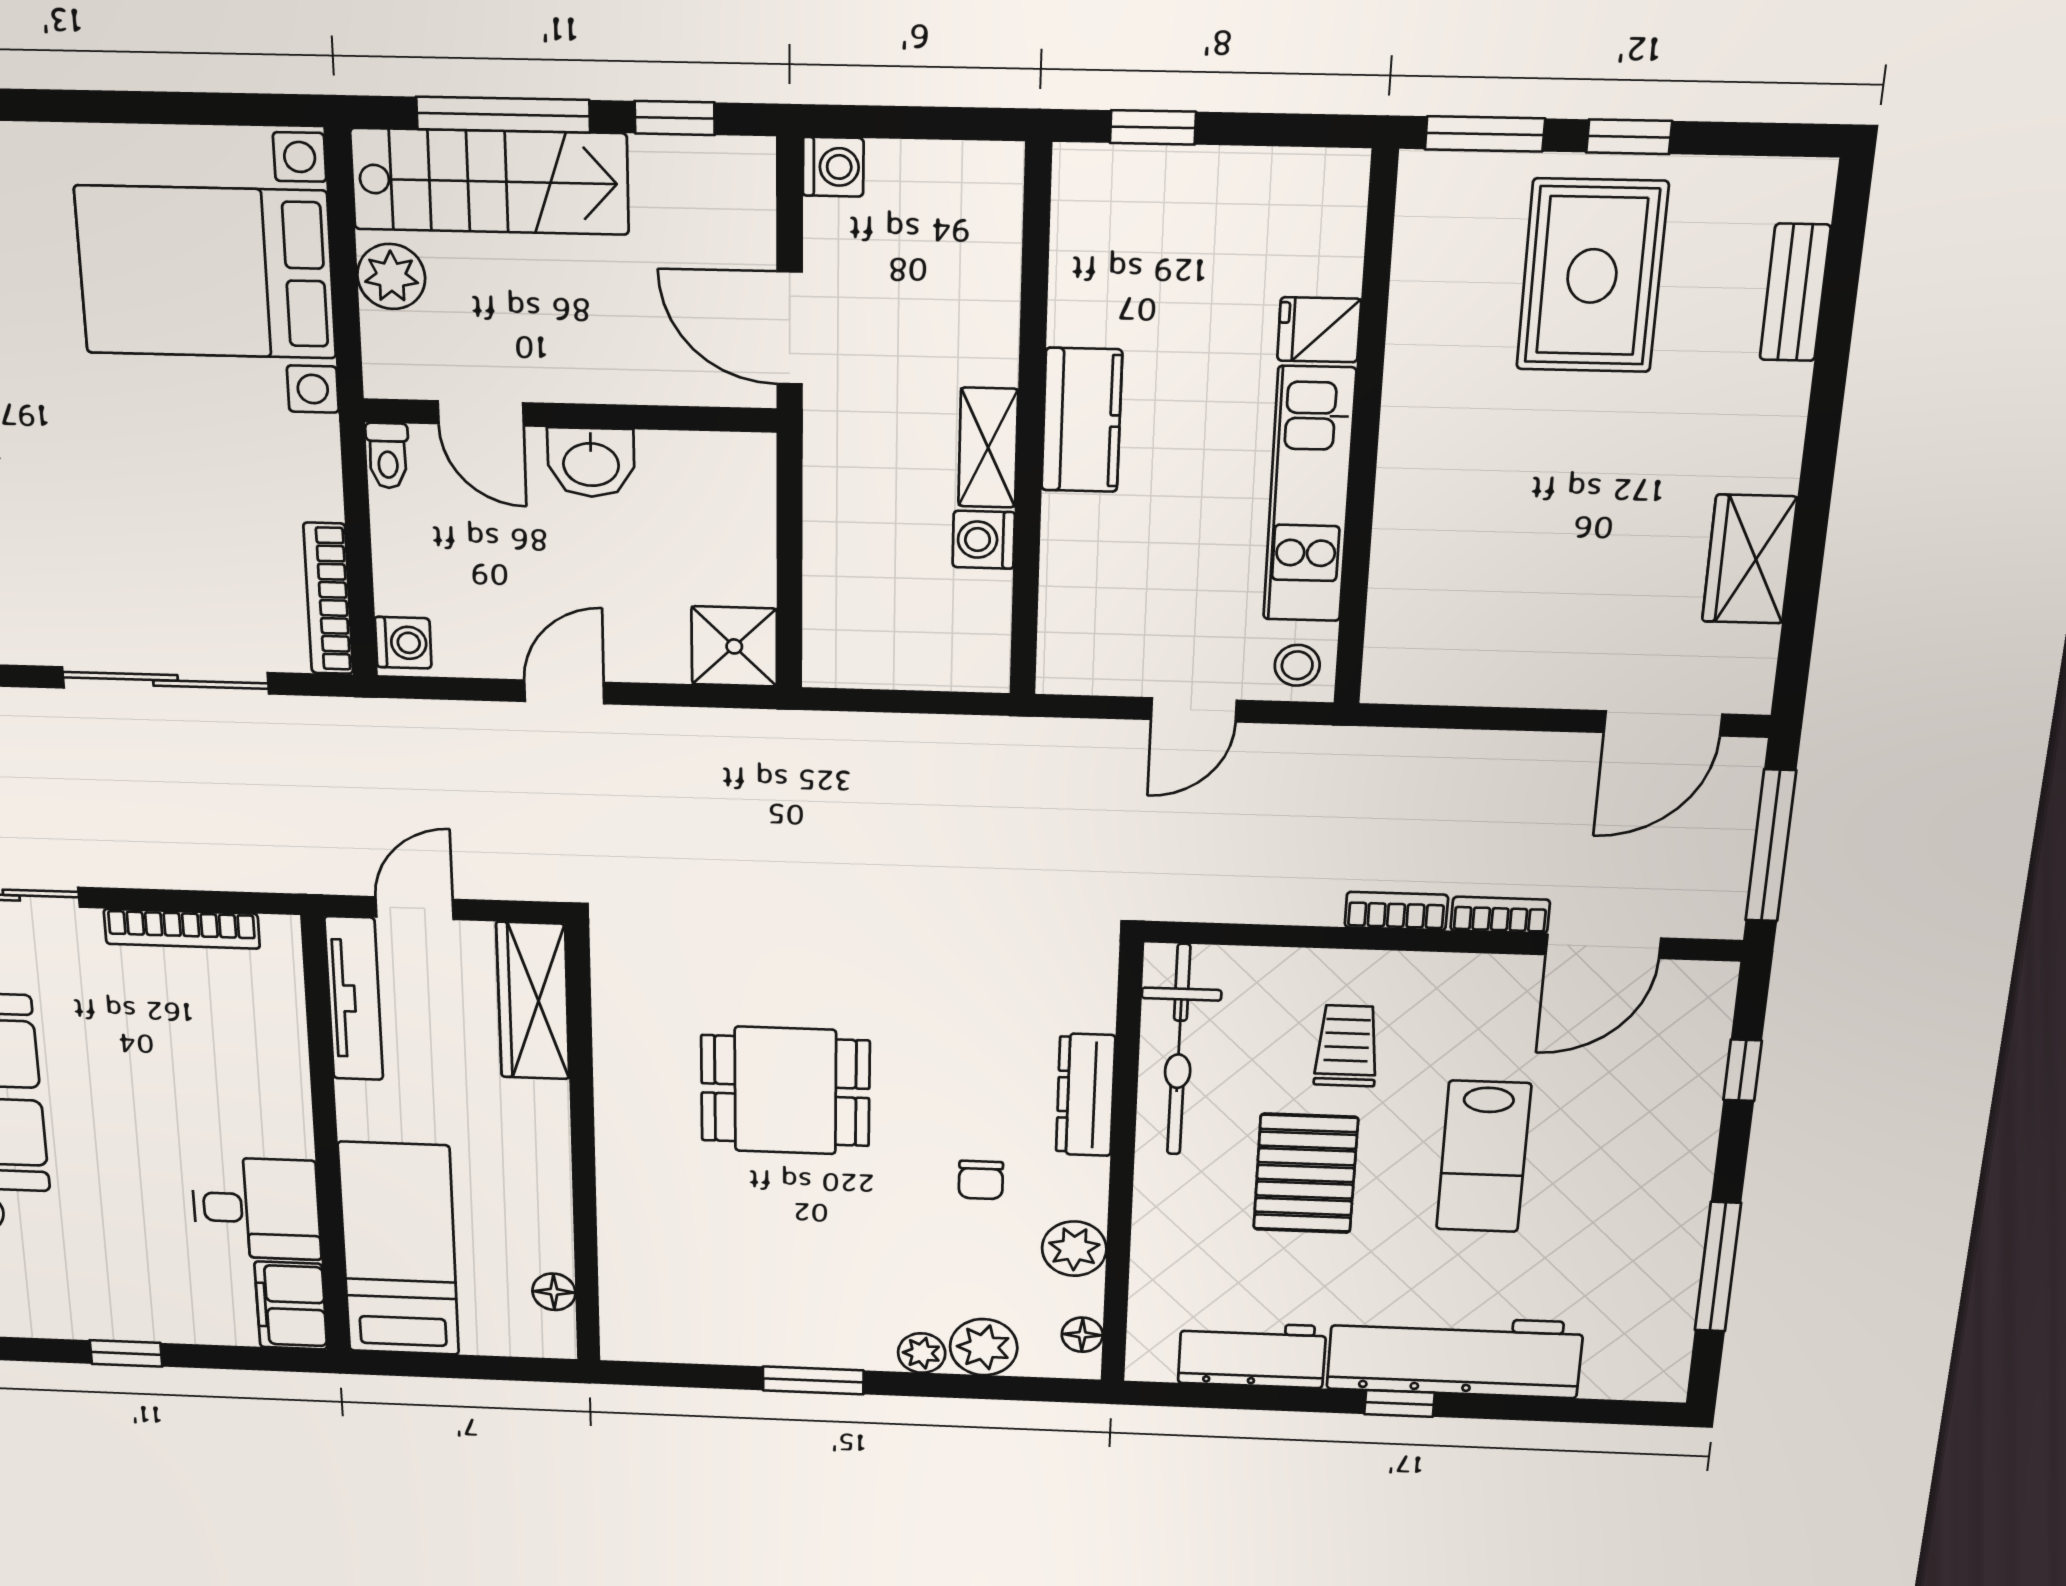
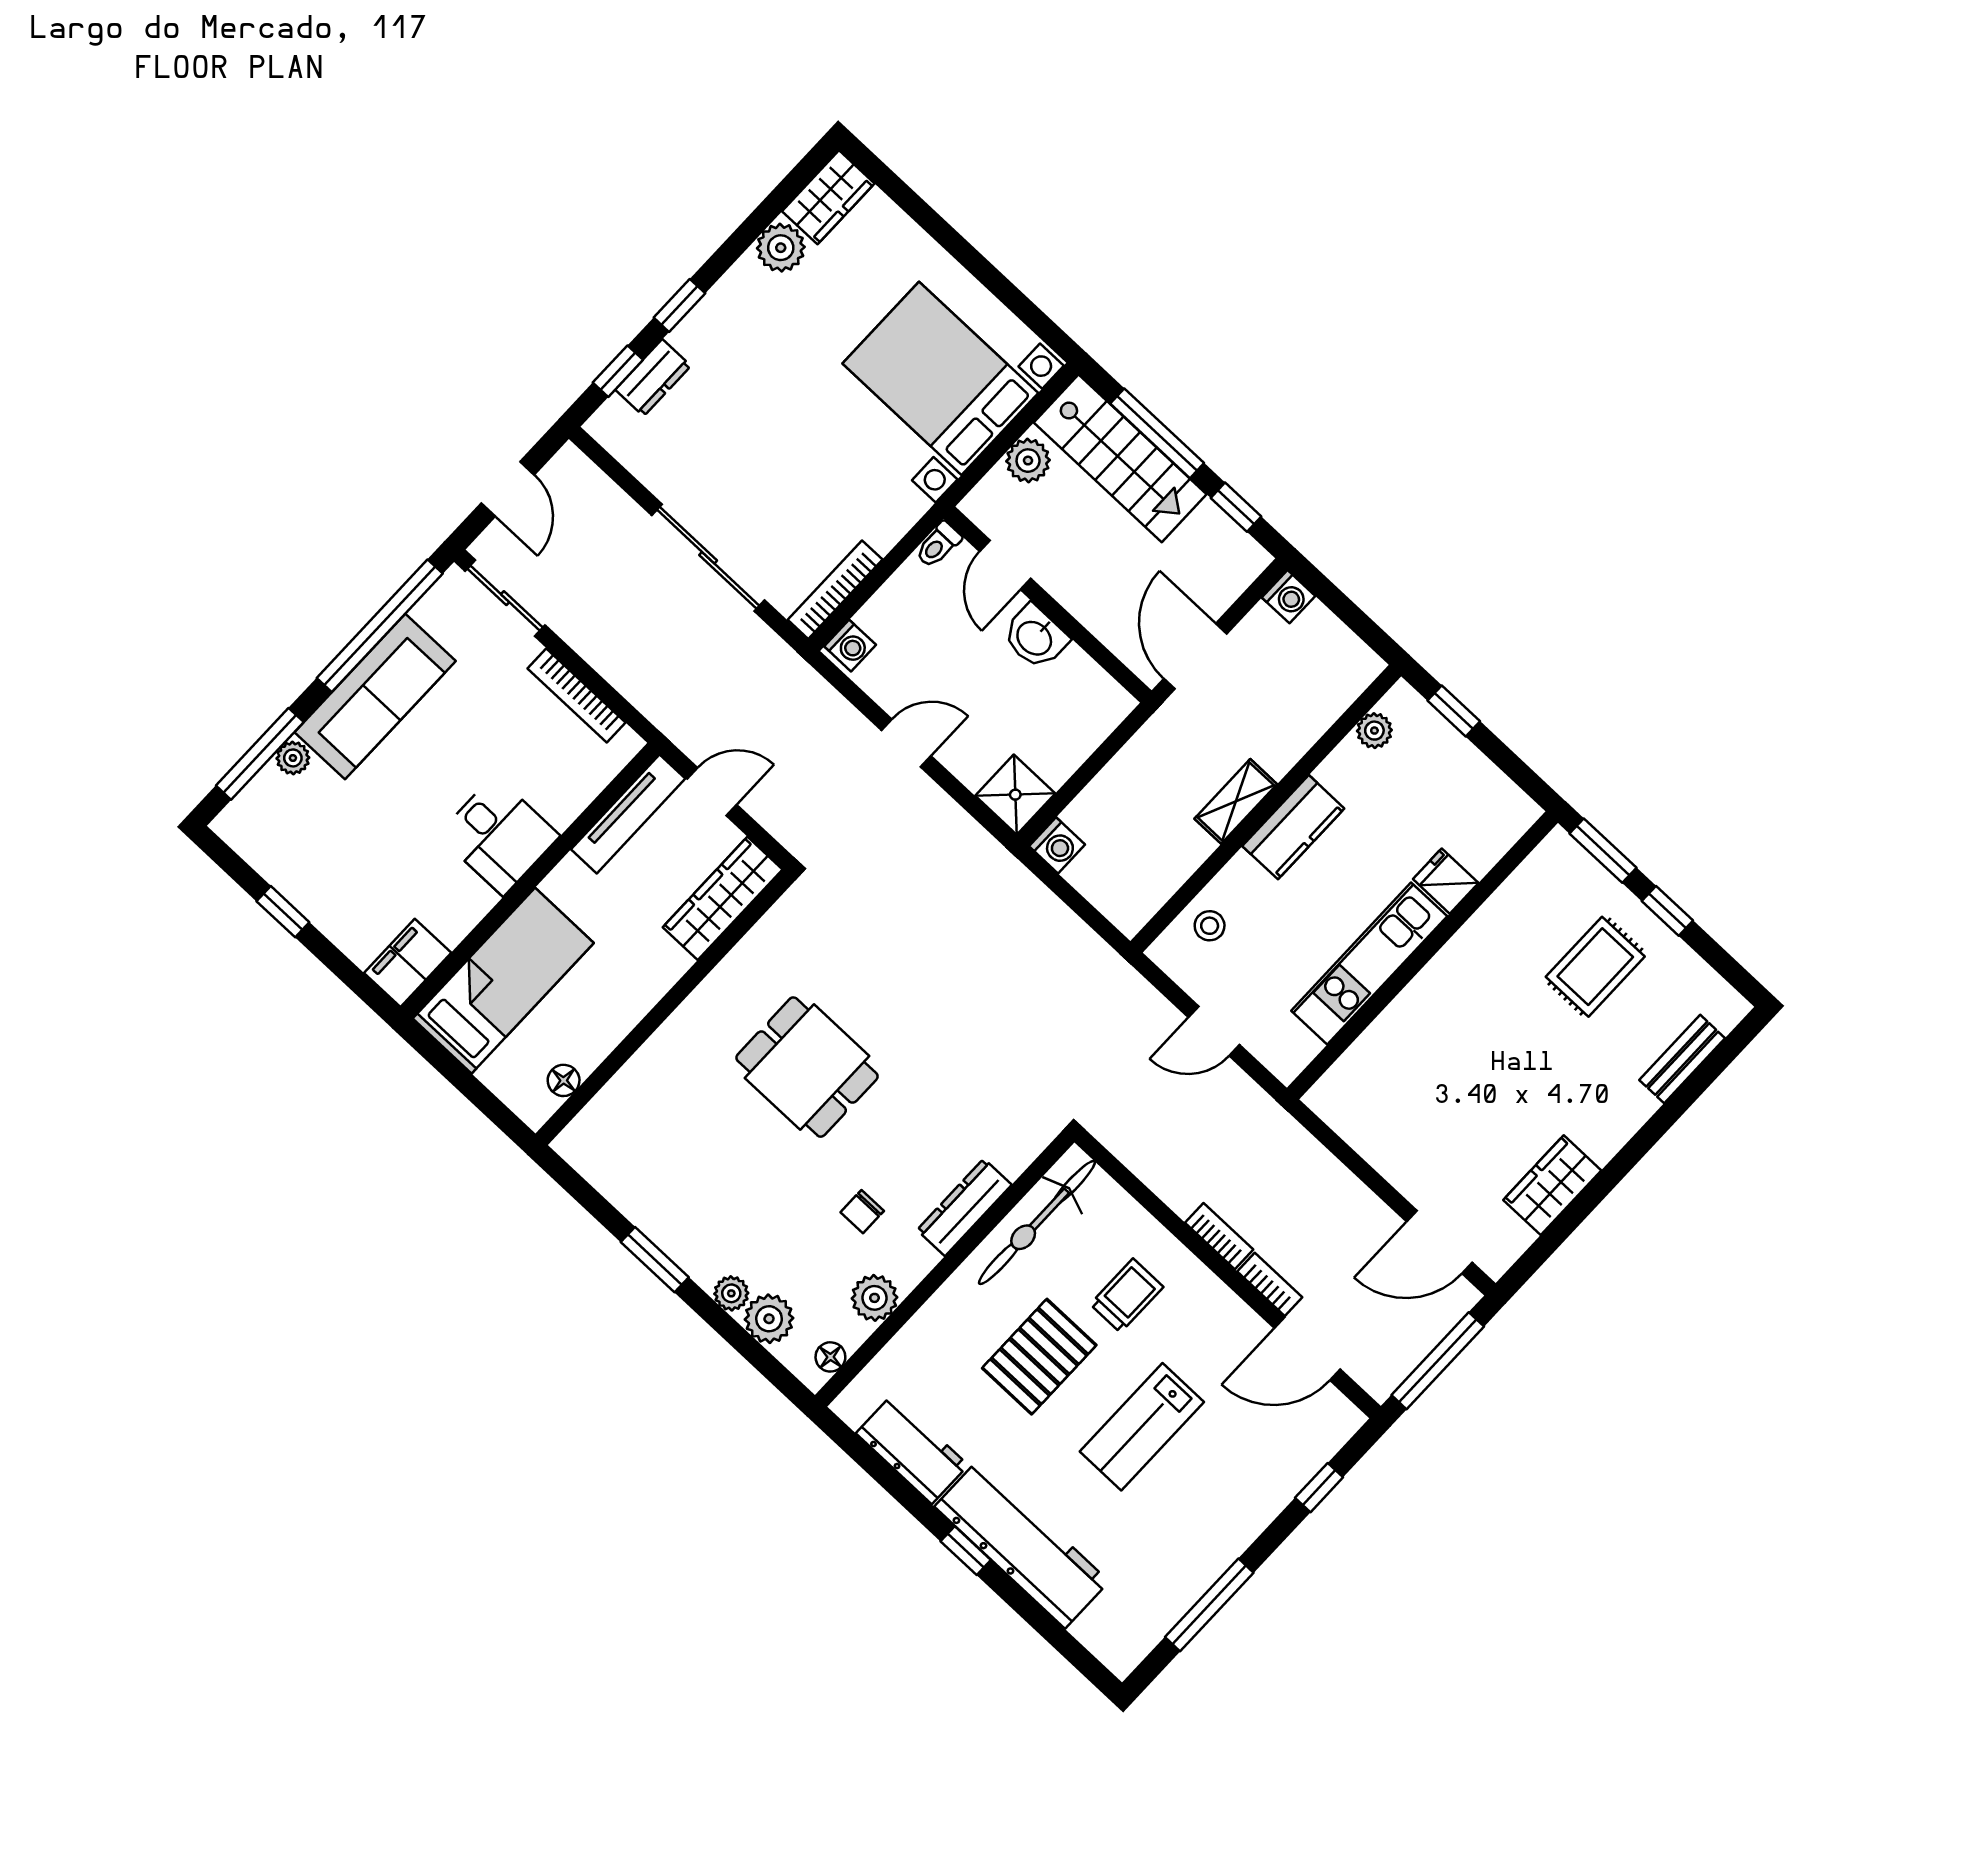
plant: (1077, 232) -> (1374, 731), added
rug: (1592, 276) -> (1595, 967), width x0.73, depth x0.70
washing machine: (984, 540) -> (1057, 845), moved, turned 180
stool: (1297, 665) -> (1210, 926), moved
desk: (256, 1208) -> (499, 835), moved

